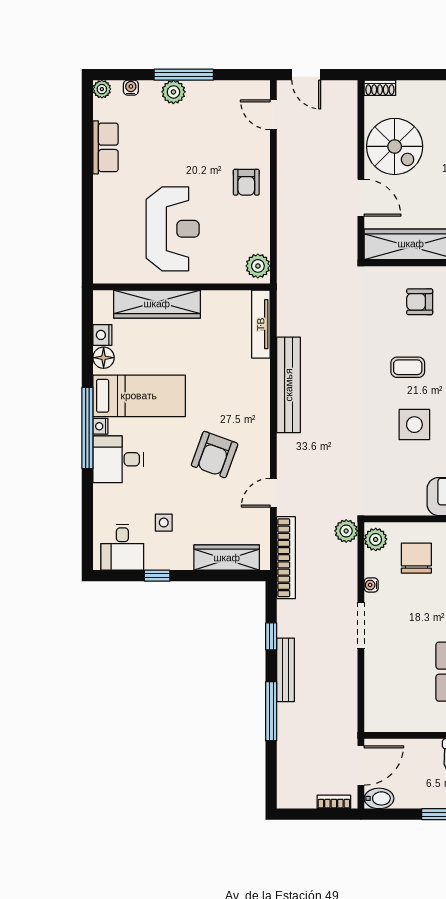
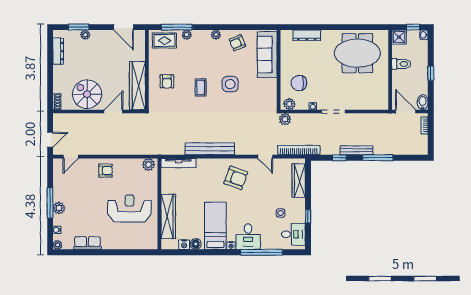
spiral stairs: (395, 146) -> (87, 94), turned -90
window: (87, 428) -> (262, 252), moved
armchair: (215, 455) -> (236, 178), moved

